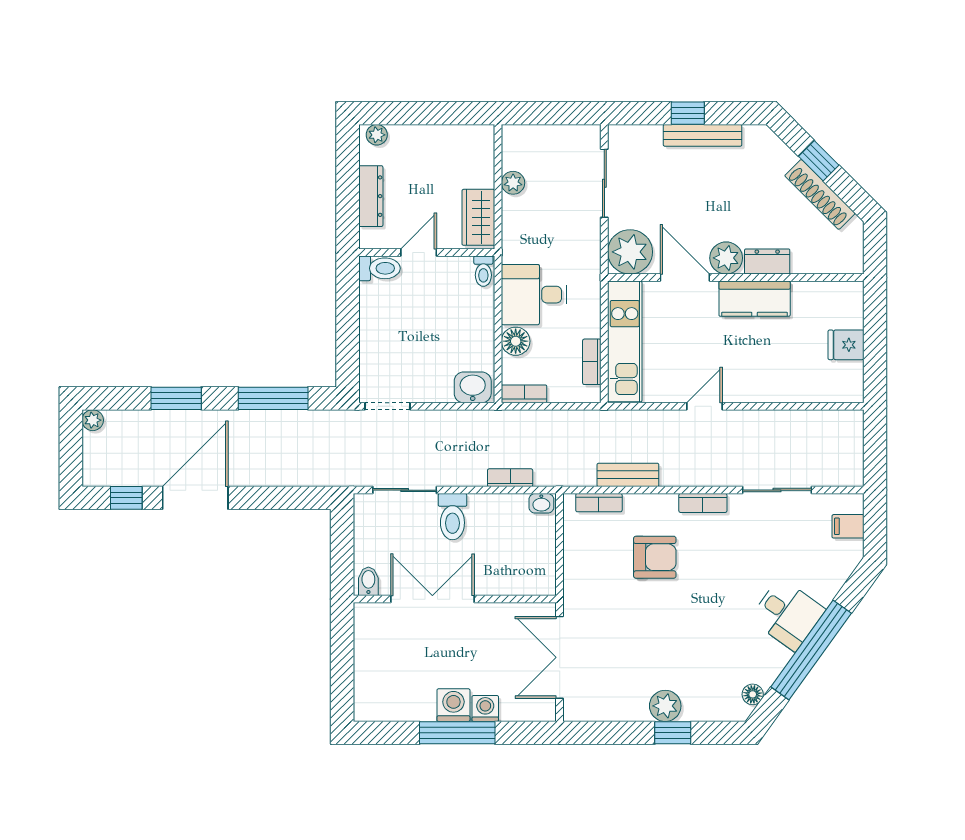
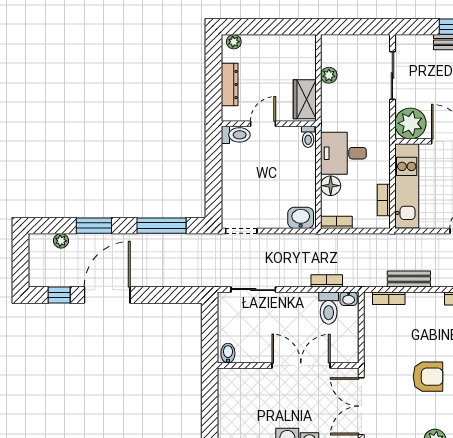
plant: (93, 420) -> (61, 241), moved
toilet: (452, 517) -> (329, 308), moved
armchair: (655, 557) -> (428, 377), moved
double door: (432, 599) -> (301, 366), moved

